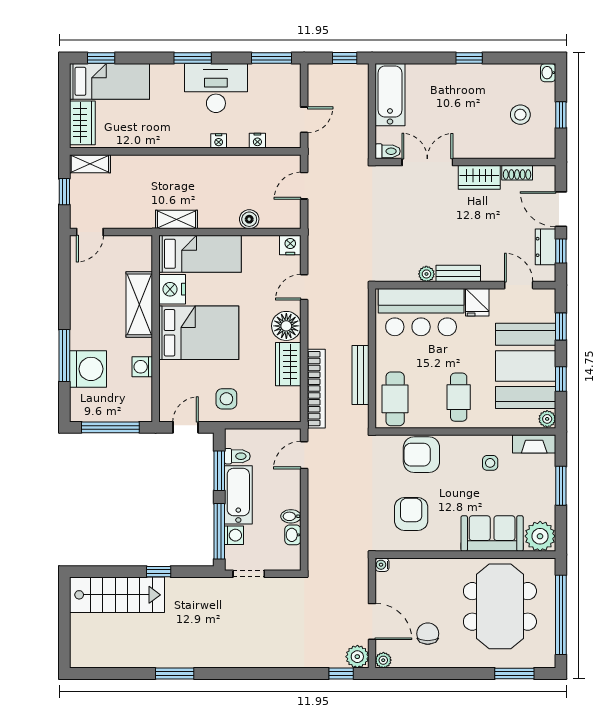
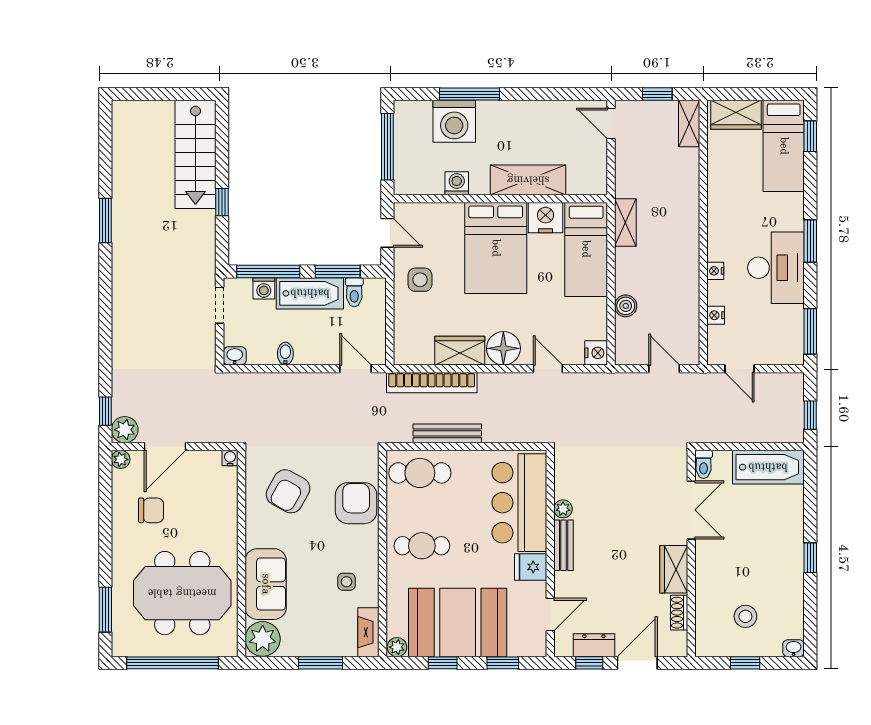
armchair: (411, 514) -> (288, 491), turned 119
washbasin: (293, 535) -> (235, 356), moved

